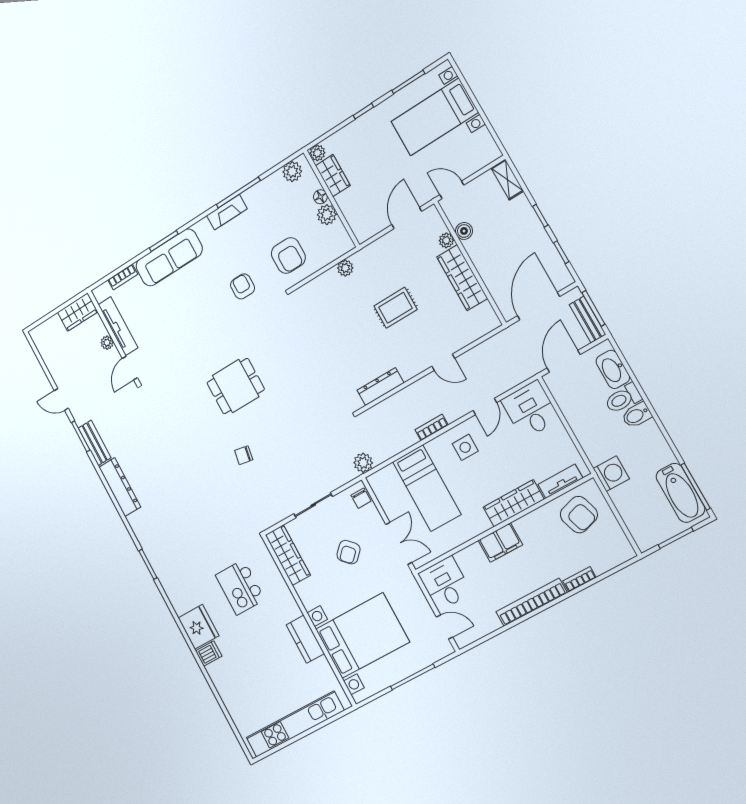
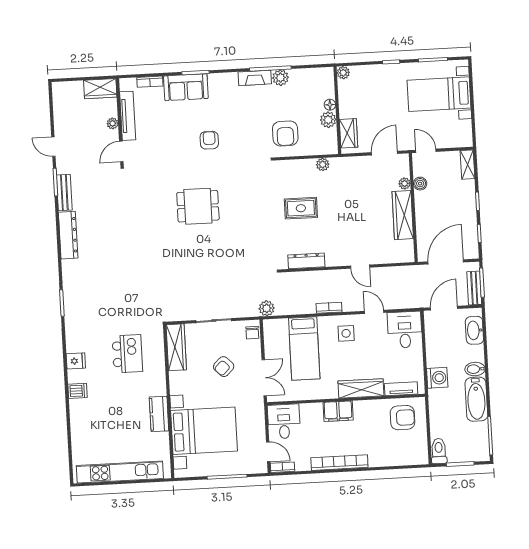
plant: (292, 172) -> (280, 78), moved
wardrobe: (333, 176) -> (349, 133), moved
sofa: (169, 257) -> (186, 87), width x0.73
armchair: (243, 286) -> (209, 140), moved
rug: (395, 308) -> (301, 208), moved
toilet: (623, 398) -> (439, 451), moved, turned 90
door: (485, 407) -> (374, 312), swing flipped
chair: (244, 455) -> (179, 259), removed
washing machine: (611, 474) -> (437, 378), moved
bathtub: (680, 493) -> (476, 399), moved
armchair: (579, 515) -> (402, 418), turned -73
bookcase: (579, 579) -> (283, 467), moved
kitchen island: (240, 587) -> (127, 354), turned 180
fridge: (198, 627) -> (76, 361), width x0.53, depth x0.75

